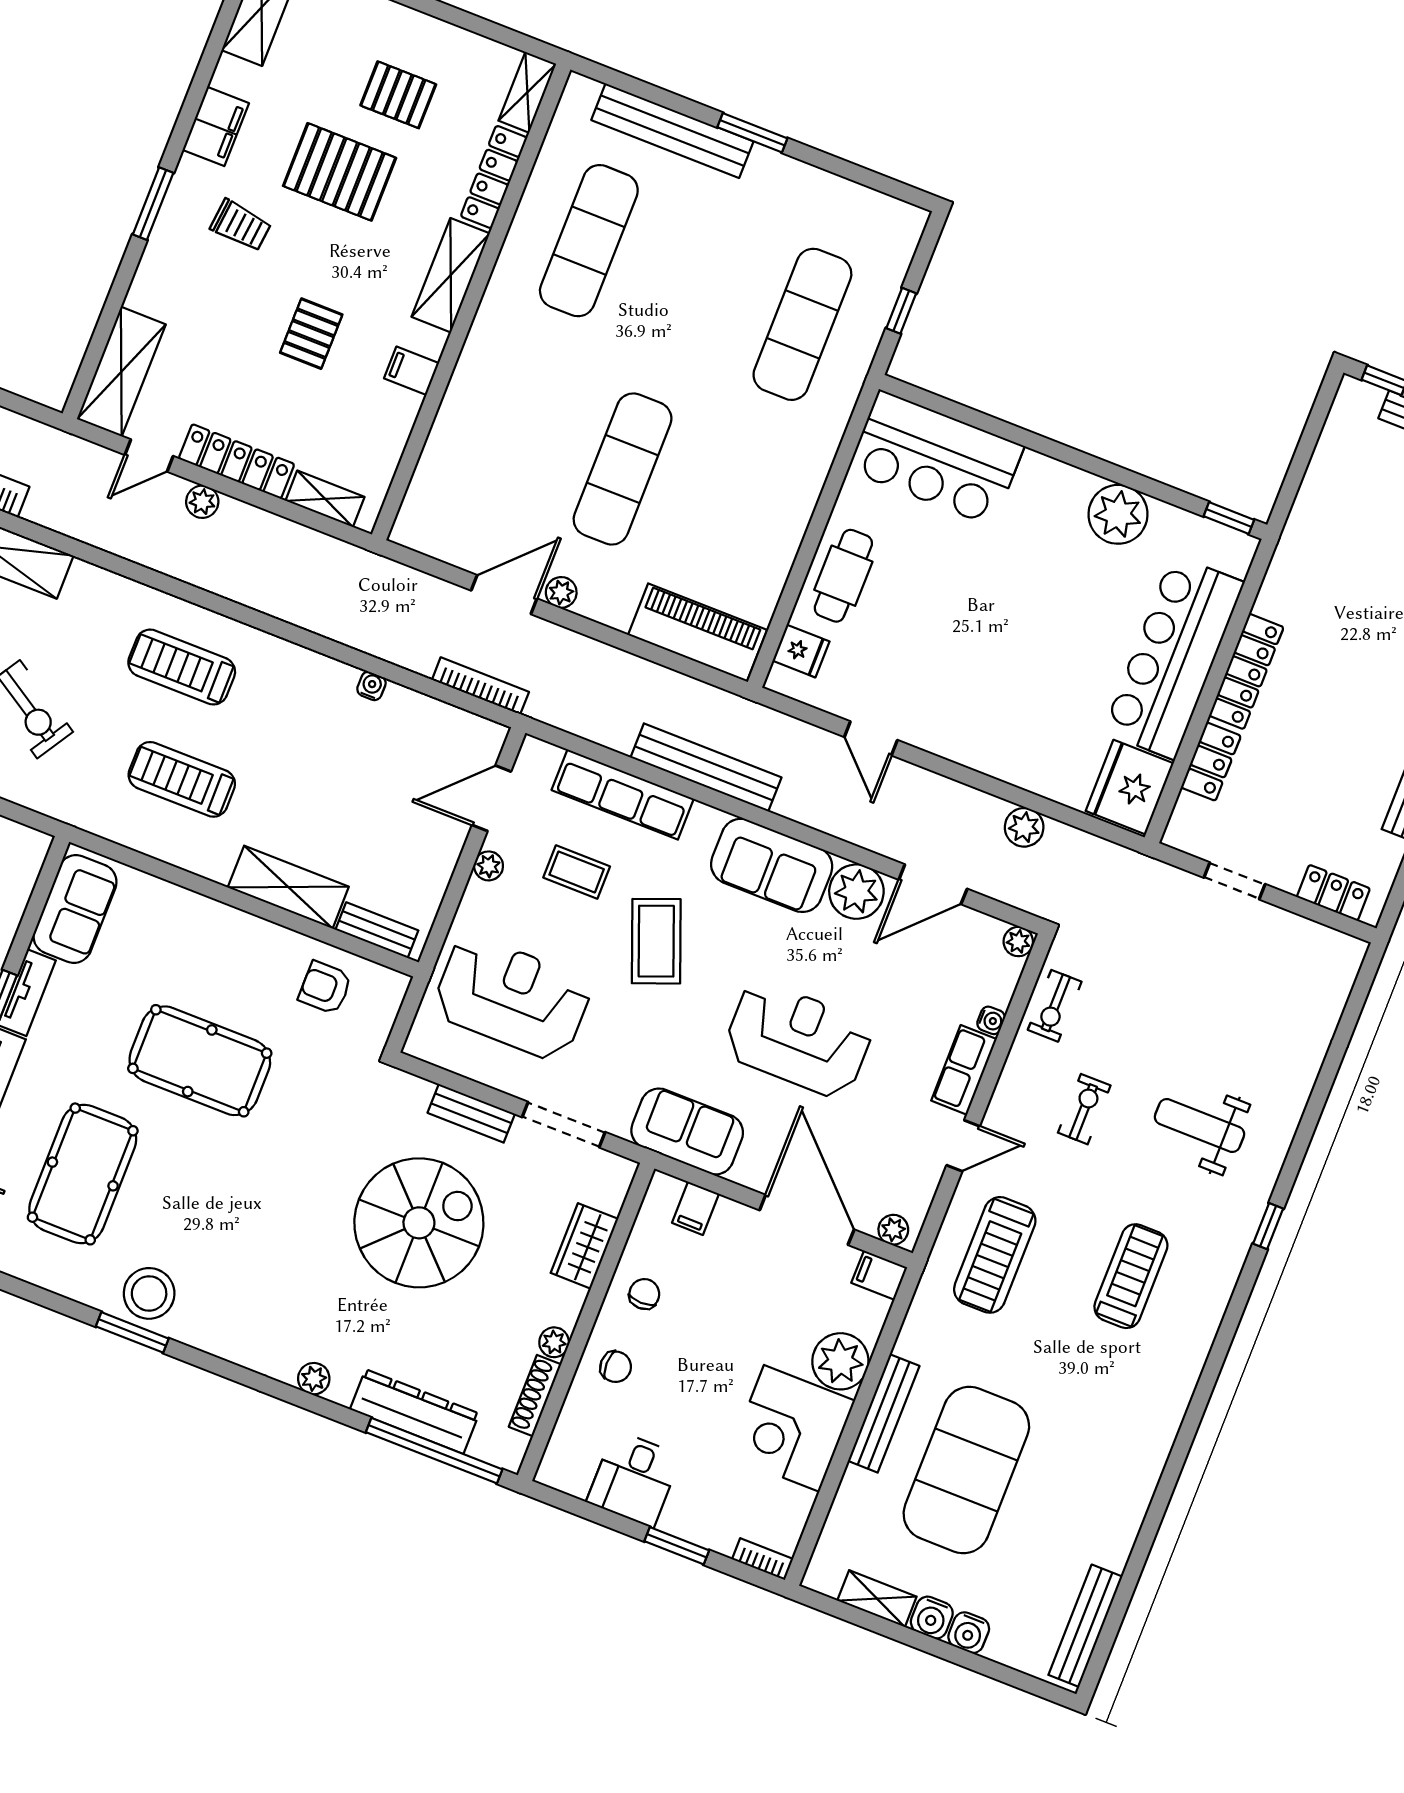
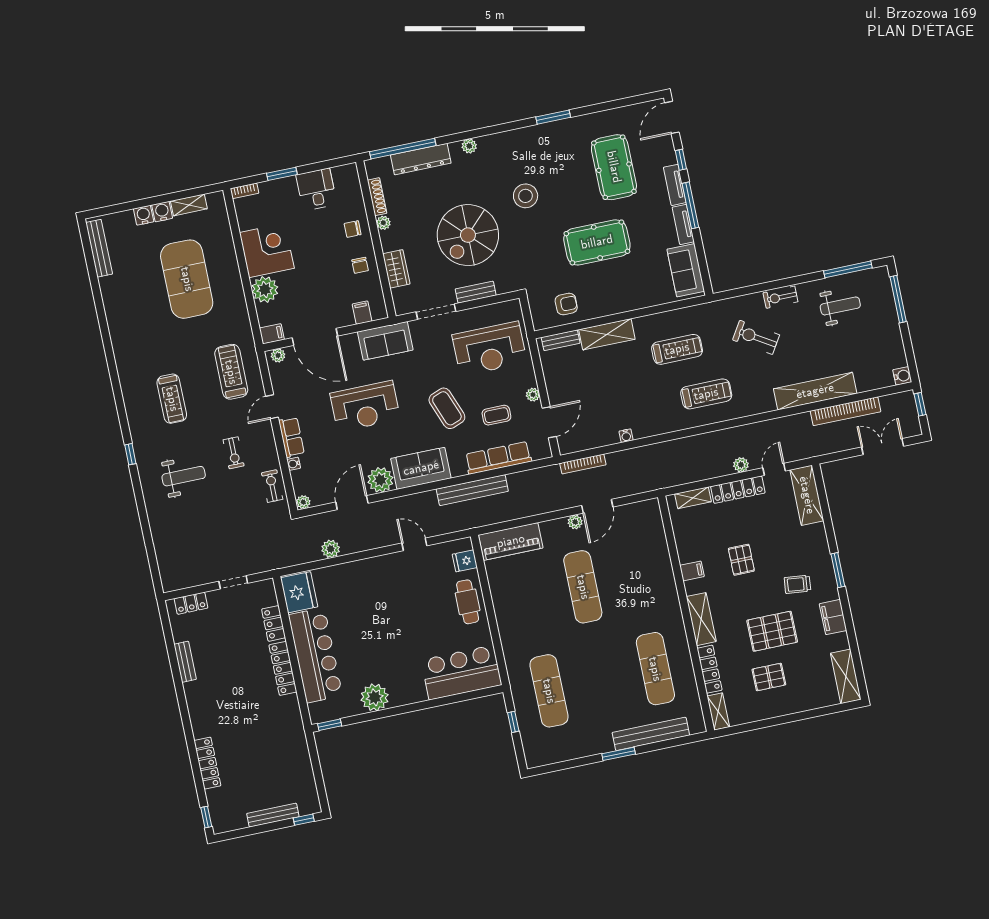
stool: (149, 1293) -> (526, 196), moved
bench: (884, 1413) -> (234, 280), removed

